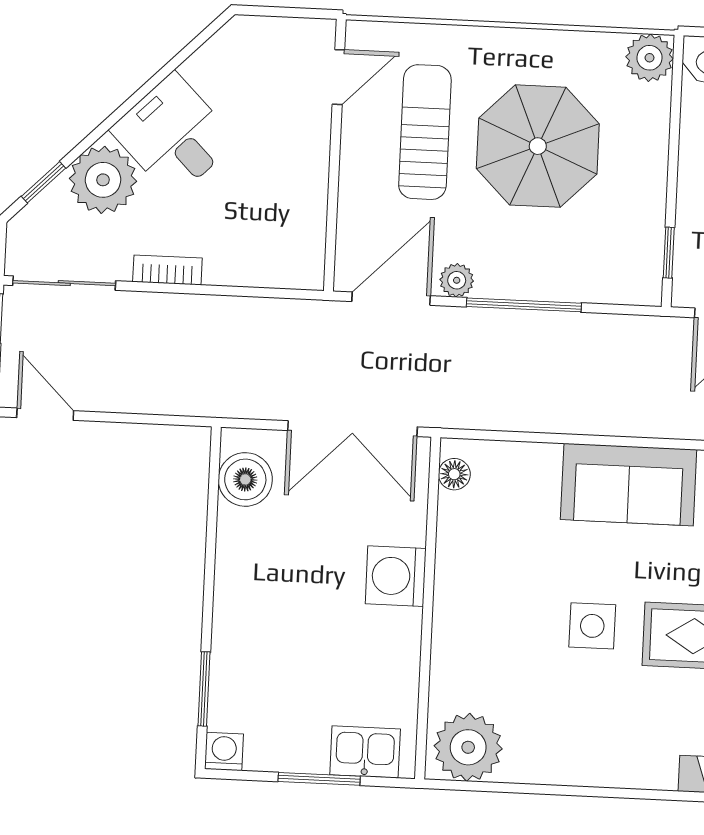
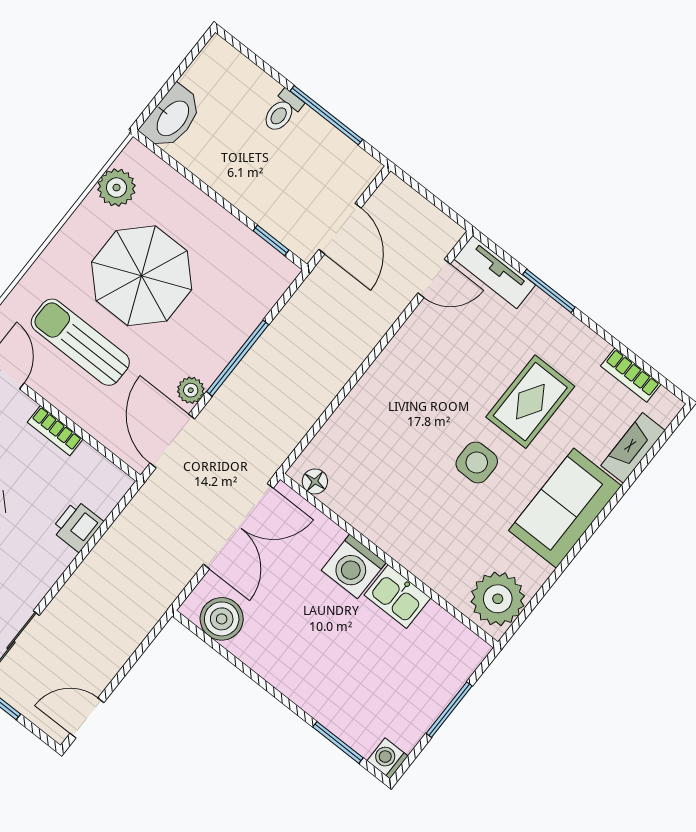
plant: (650, 58) -> (116, 188), moved
printer: (235, 264) -> (77, 526), added
bookcase: (167, 270) -> (55, 431), moved, turned -90
sofa: (629, 485) -> (565, 508), moved, turned 180
kitchen sink: (365, 752) -> (397, 597), moved, turned -90

